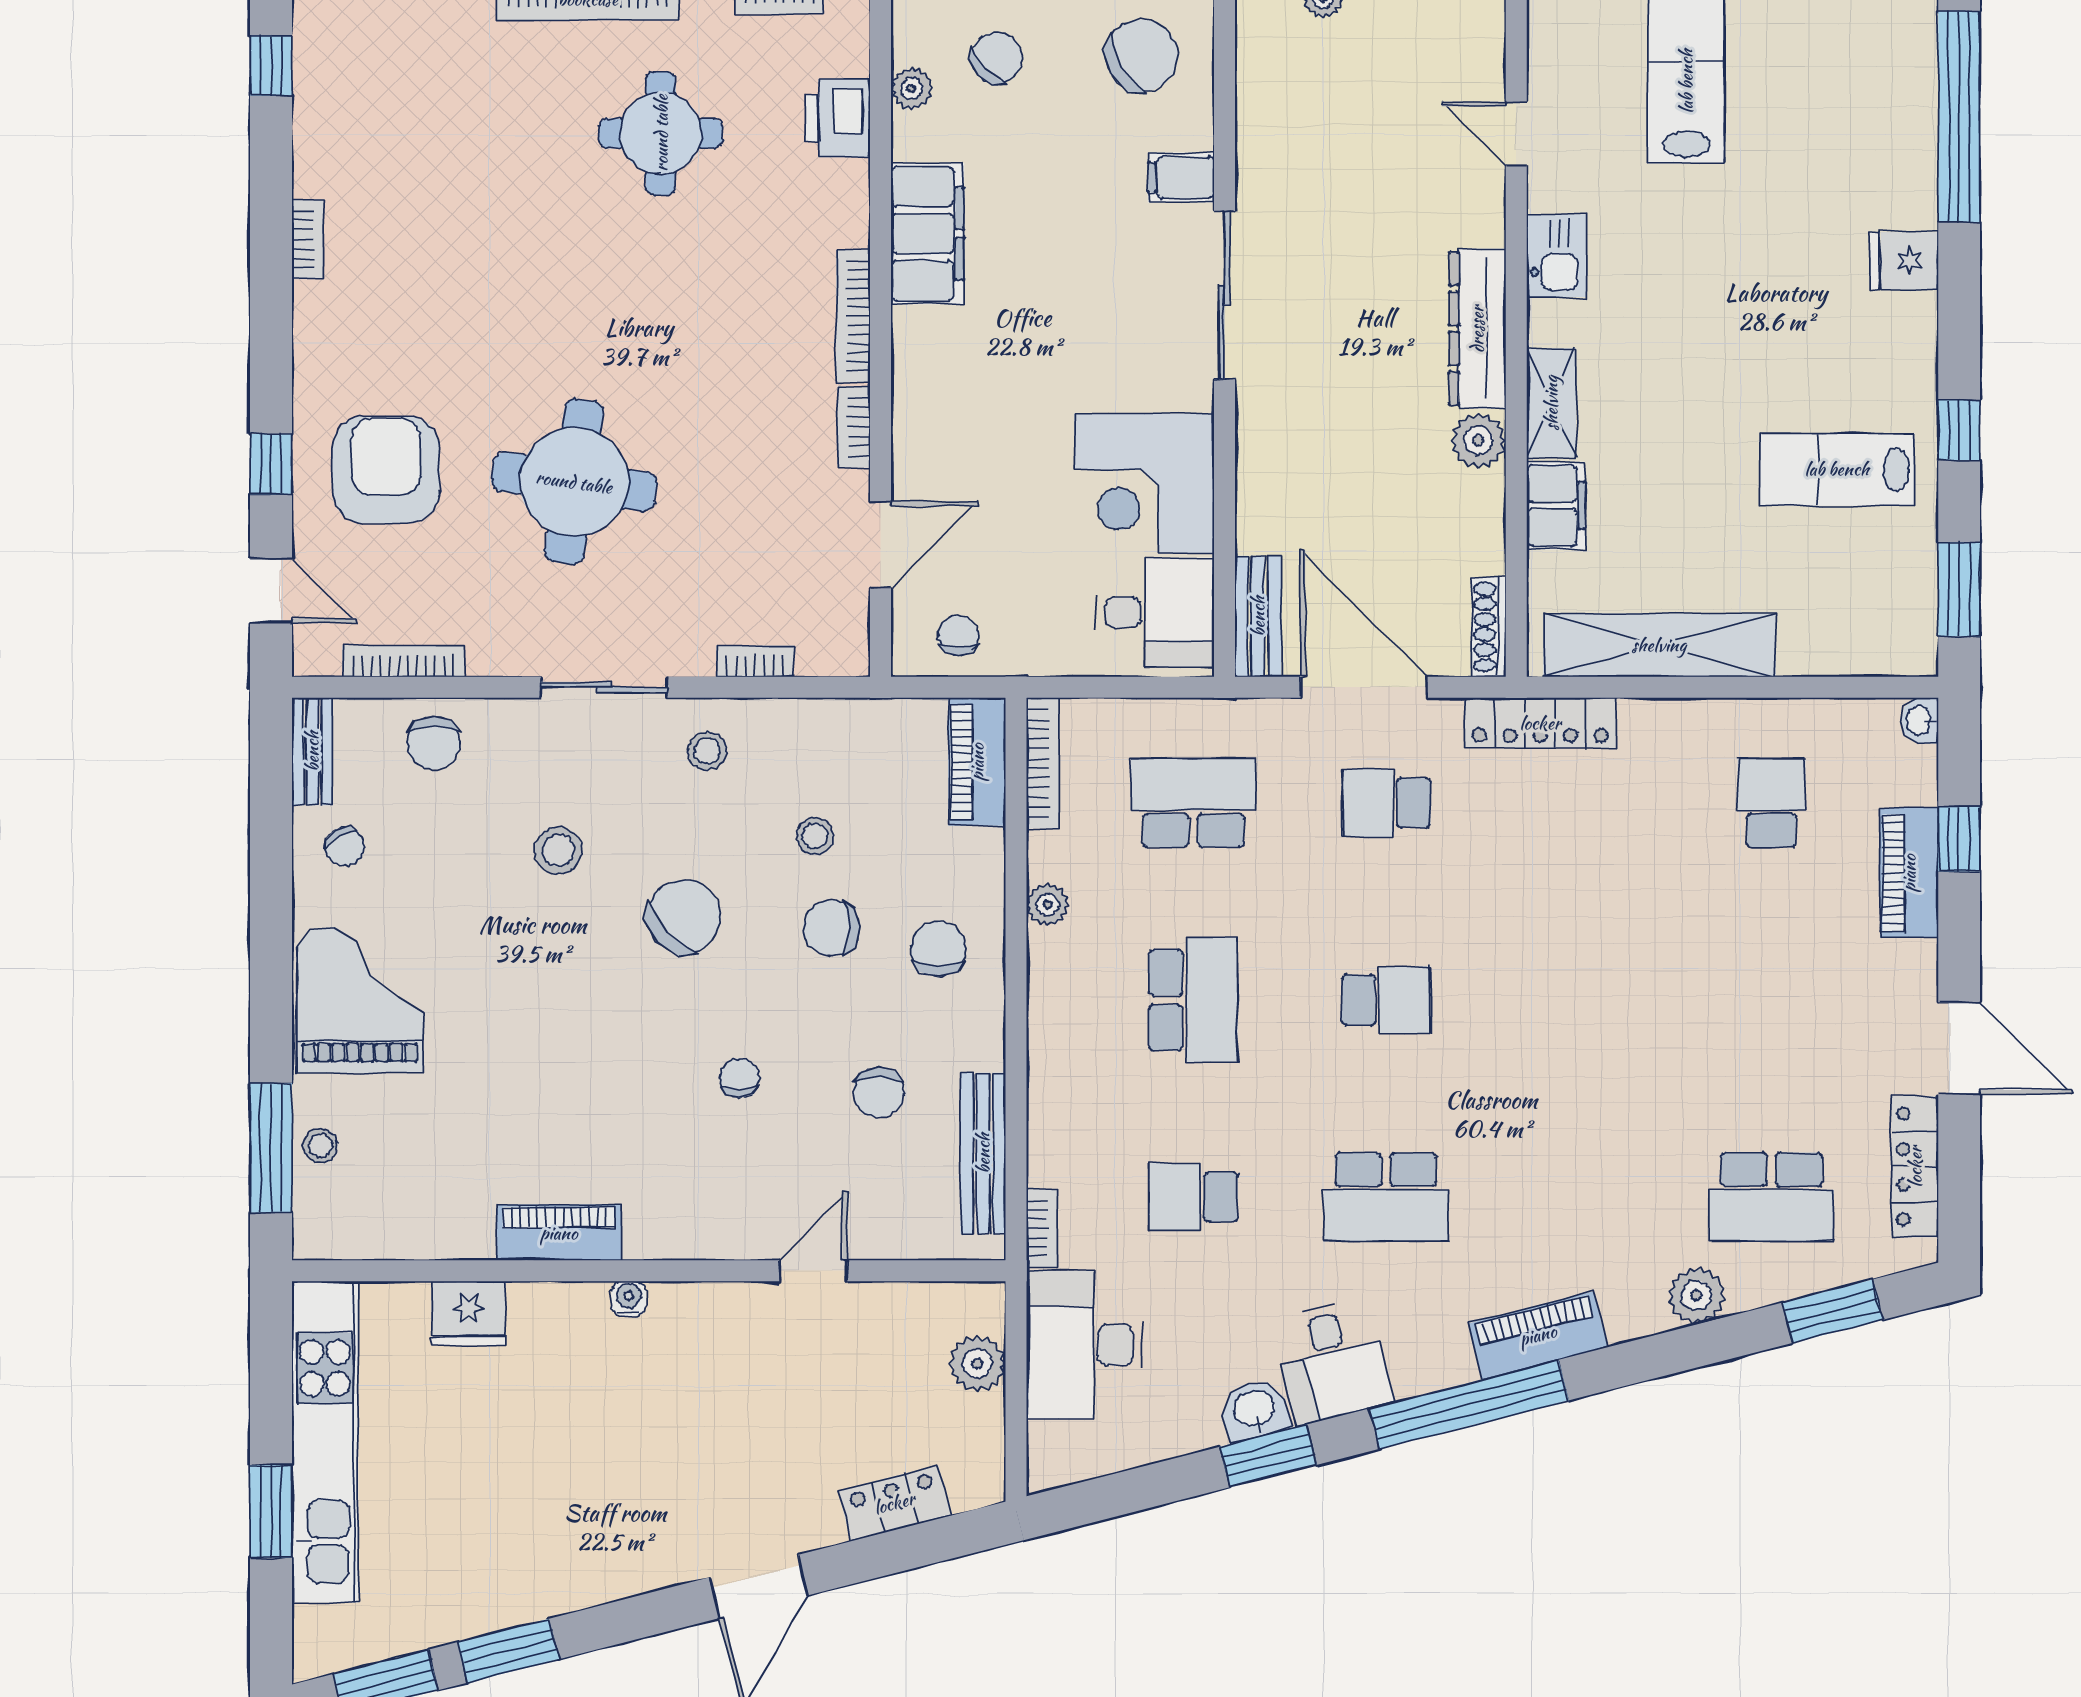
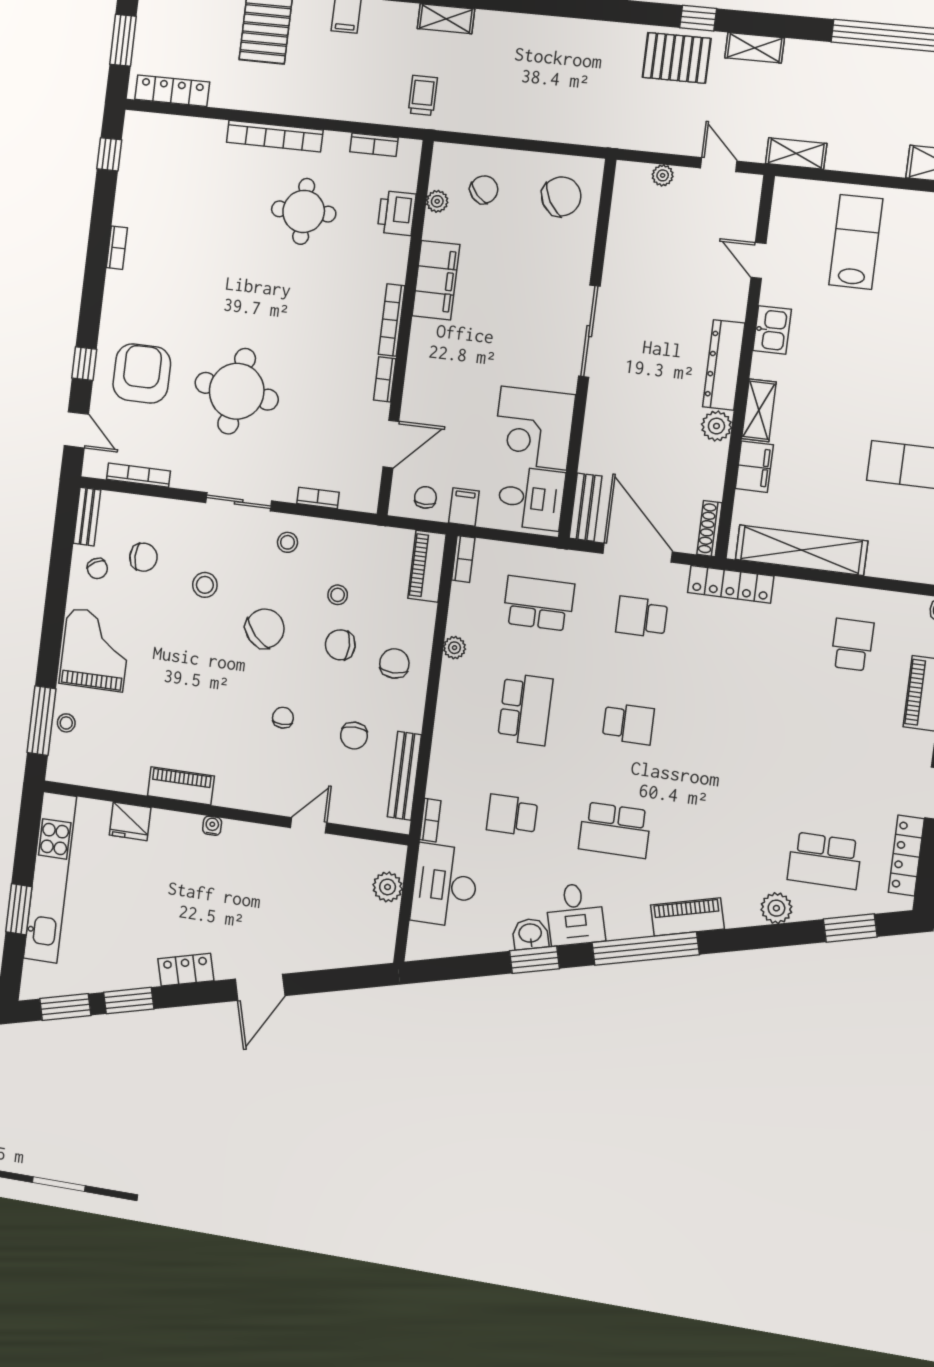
filing cabinet: (1181, 177) -> (464, 507), moved, turned 90
chair: (433, 743) -> (143, 557), moved, turned -90
bookcase: (1043, 763) -> (463, 559), width x0.64
locker: (894, 1503) -> (186, 970), moved

